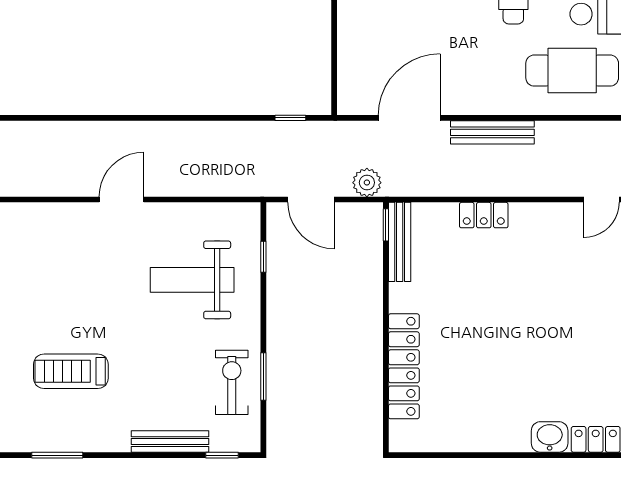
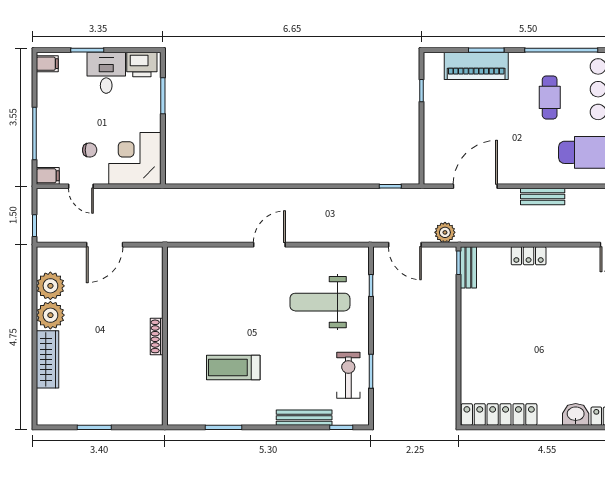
bench: (492, 132) -> (543, 197), width x0.73
bench: (400, 242) -> (468, 267), width x0.73
locker: (404, 366) -> (499, 414), moved, turned -90

